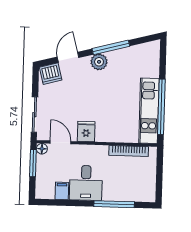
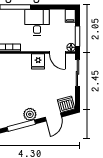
filing cabinet: (62, 191) -> (70, 16), moved

